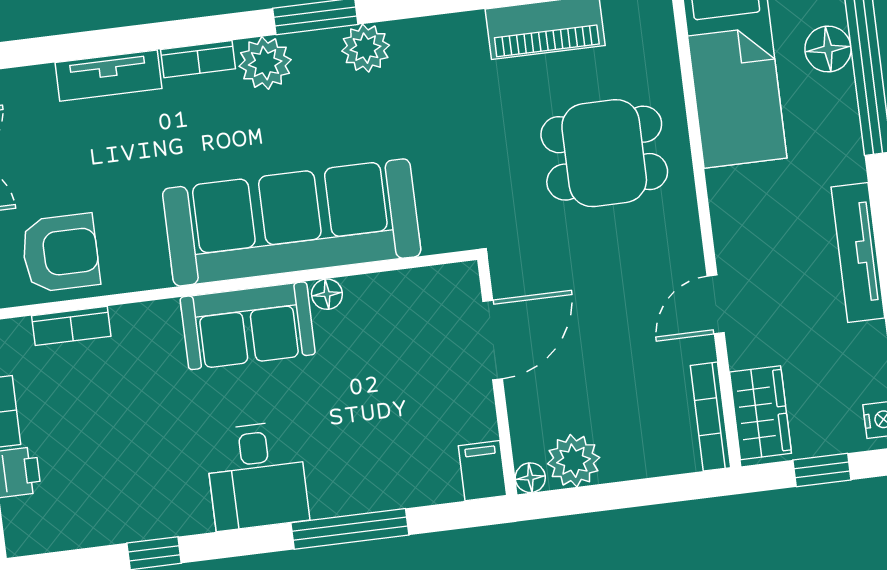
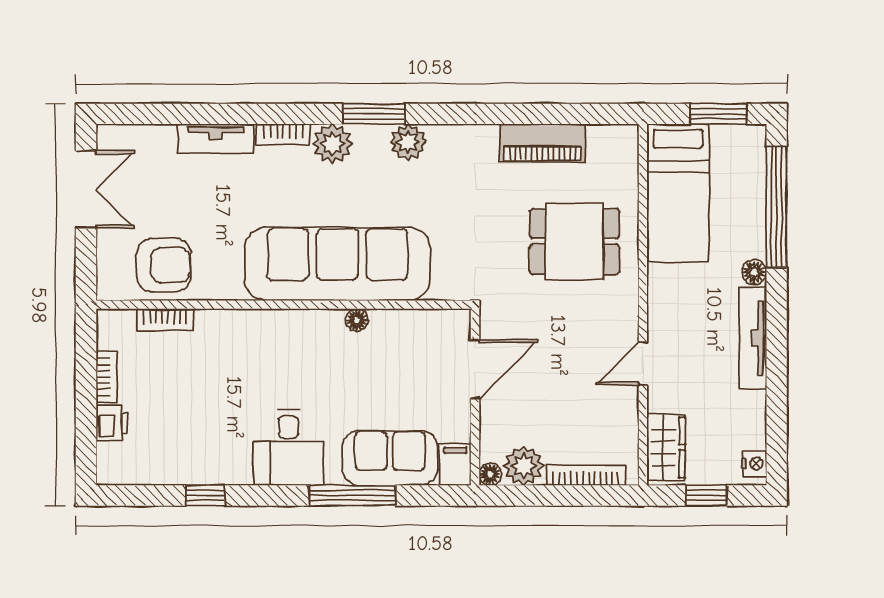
floor lamp: (828, 49) -> (754, 272), moved, width x0.73, depth x0.73
sofa: (248, 326) -> (390, 458), moved, turned 180
bookcase: (710, 417) -> (586, 475), moved, turned 90

